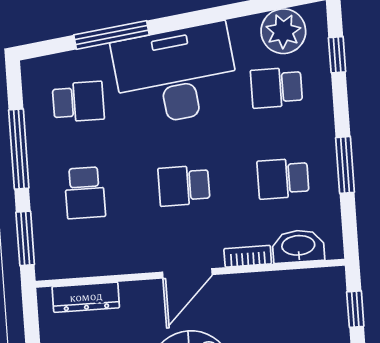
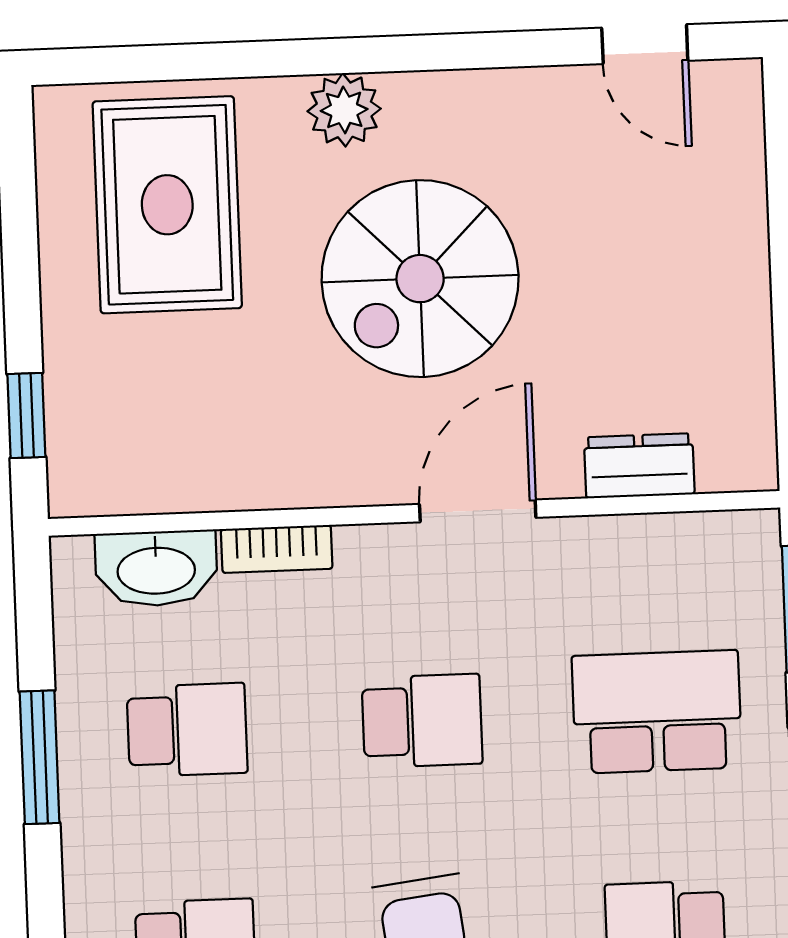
school desk: (85, 193) -> (657, 712), width x1.85
door: (187, 273) -> (478, 511), moved
dresser: (86, 297) -> (639, 466), width x0.70

